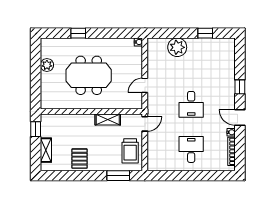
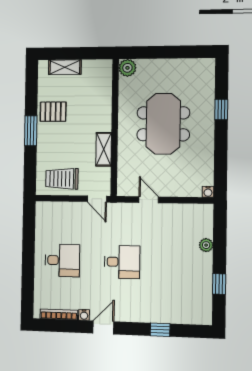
plant: (177, 47) -> (206, 245), width x0.53, depth x0.53
plant: (47, 65) -> (127, 68), moved
window: (240, 87) -> (160, 330), moved
desk: (191, 104) -> (122, 262), turned 180
window: (36, 129) -> (93, 53), removed
window: (118, 176) -> (31, 131), moved

